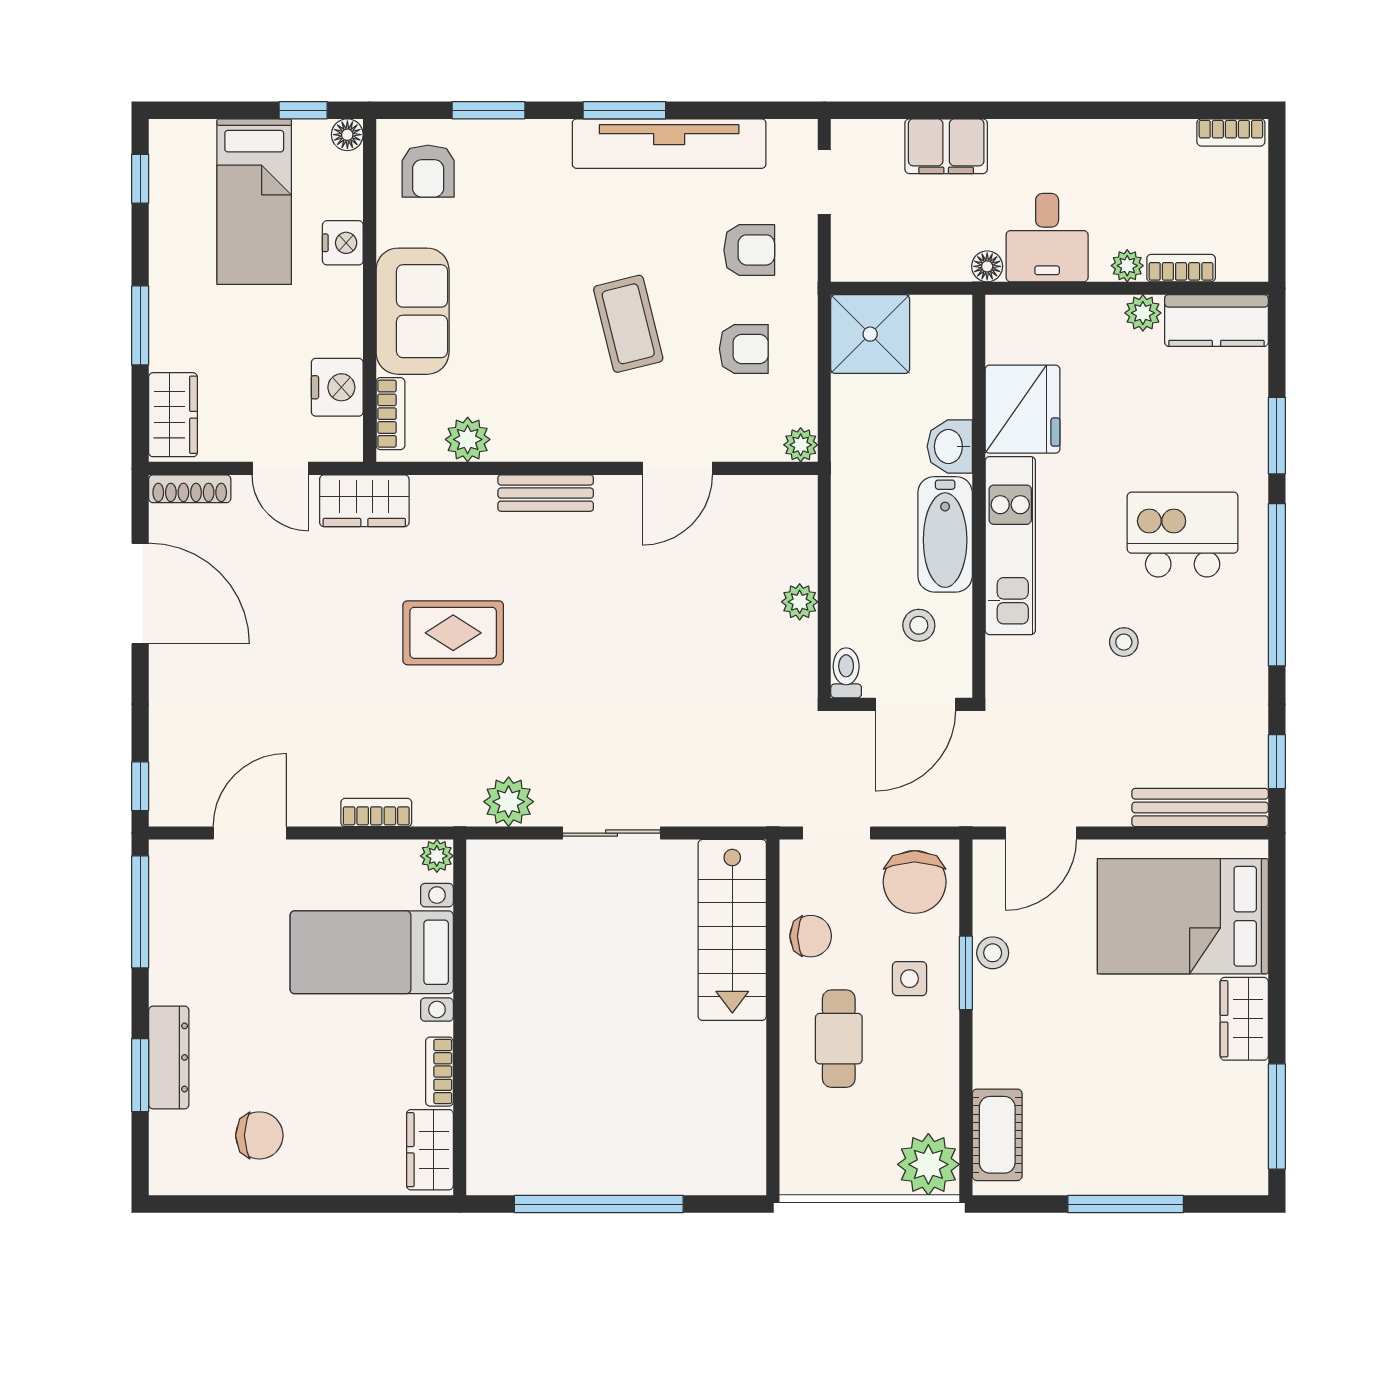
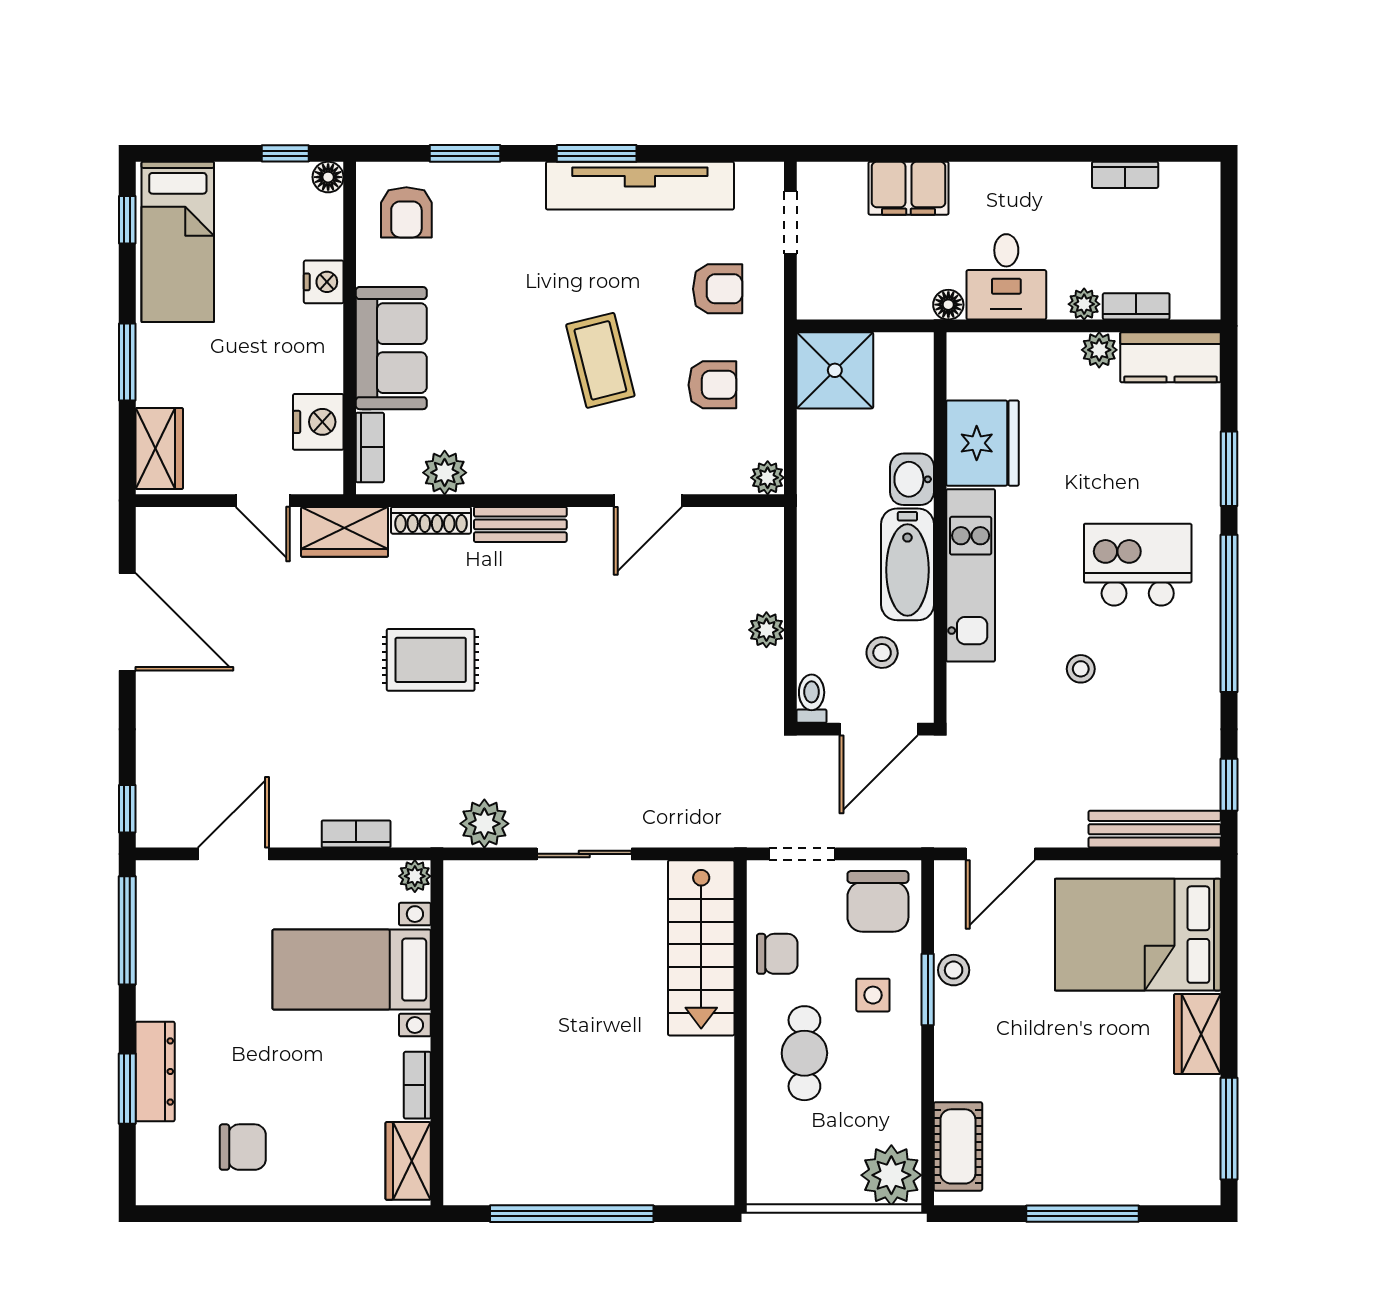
bookcase: (1231, 132) -> (1125, 175), moved
bed: (254, 202) -> (178, 242), moved
shoe rack: (190, 489) -> (431, 520), moved

